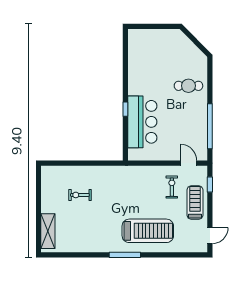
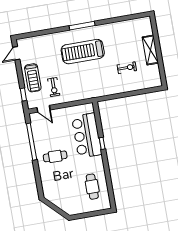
cafe table: (146, 59) -> (92, 187), added
cafe table: (188, 86) -> (55, 156), moved
shelving: (48, 231) -> (150, 50), moved
treadmill: (148, 231) -> (83, 52), moved

